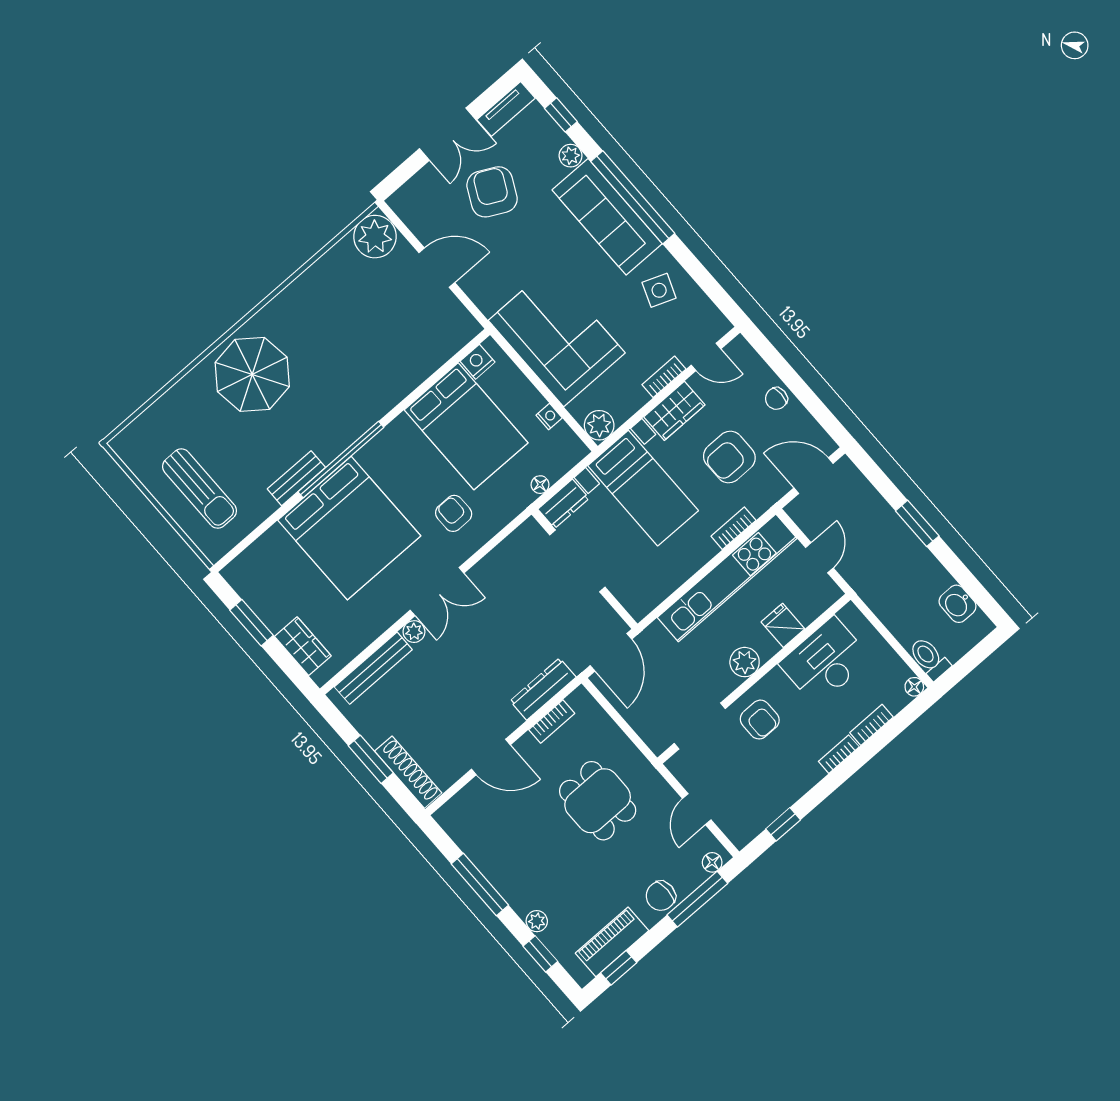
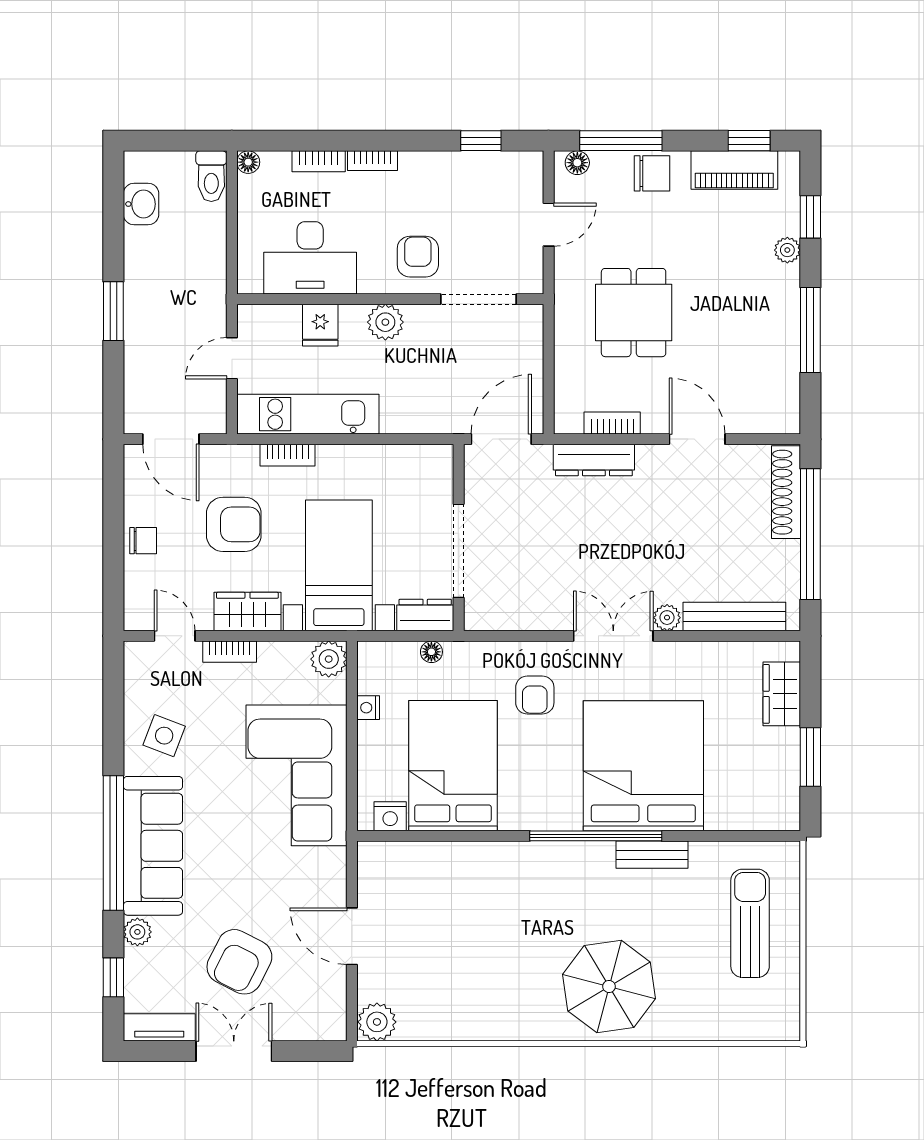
plant: (375, 237) -> (377, 1022), width x0.73, depth x0.73
kitchen unit: (727, 578) -> (308, 414), width x0.73
window: (371, 759) -> (810, 534), width x2.11

